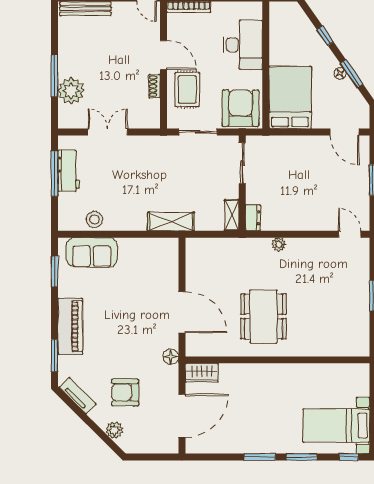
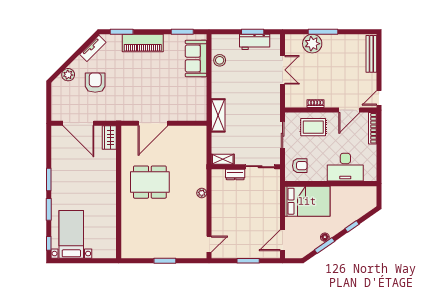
door: (163, 55) -> (349, 110), moved
armchair: (241, 108) -> (300, 166), width x0.53, depth x0.53
window: (55, 174) -> (253, 32), width x0.69
dresser: (253, 218) -> (235, 174), moved
floor lamp: (171, 357) -> (121, 115), removed

